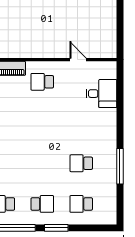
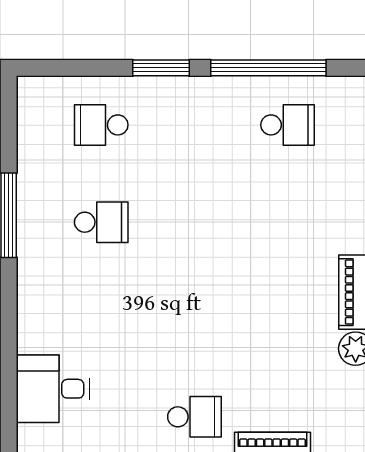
school desk: (42, 204) -> (194, 125), removed
school desk: (81, 204) -> (101, 125), turned 180

